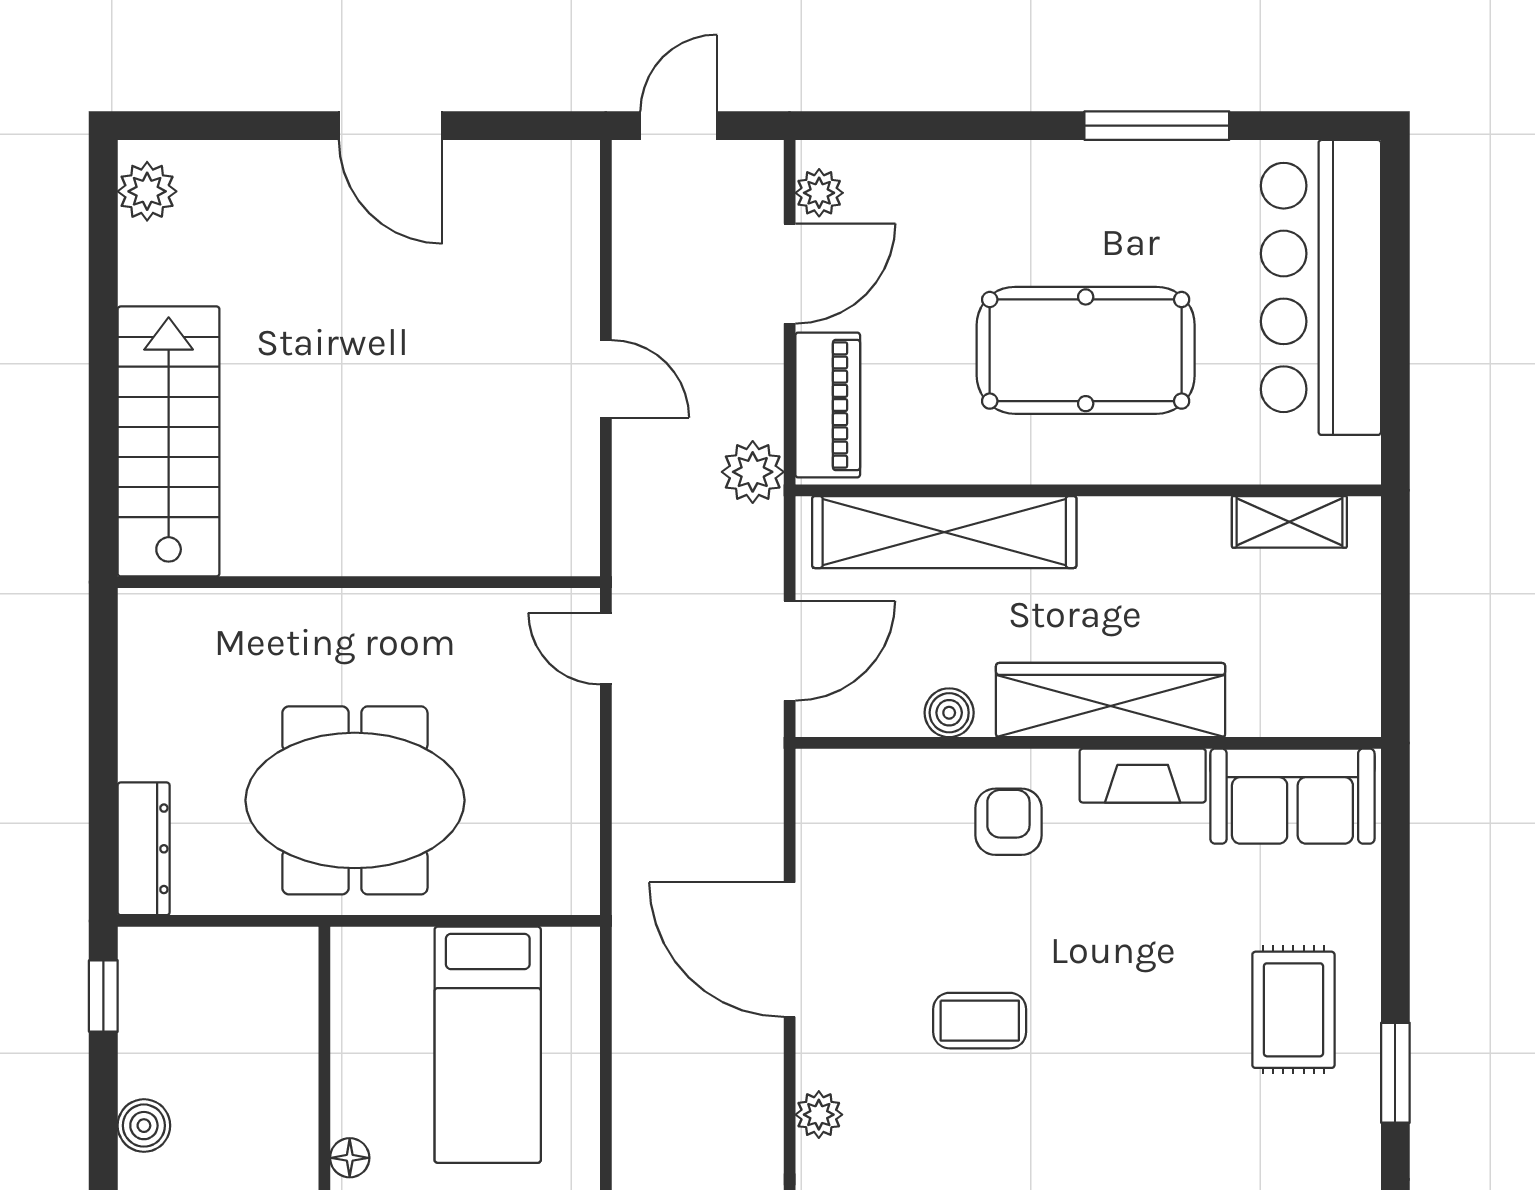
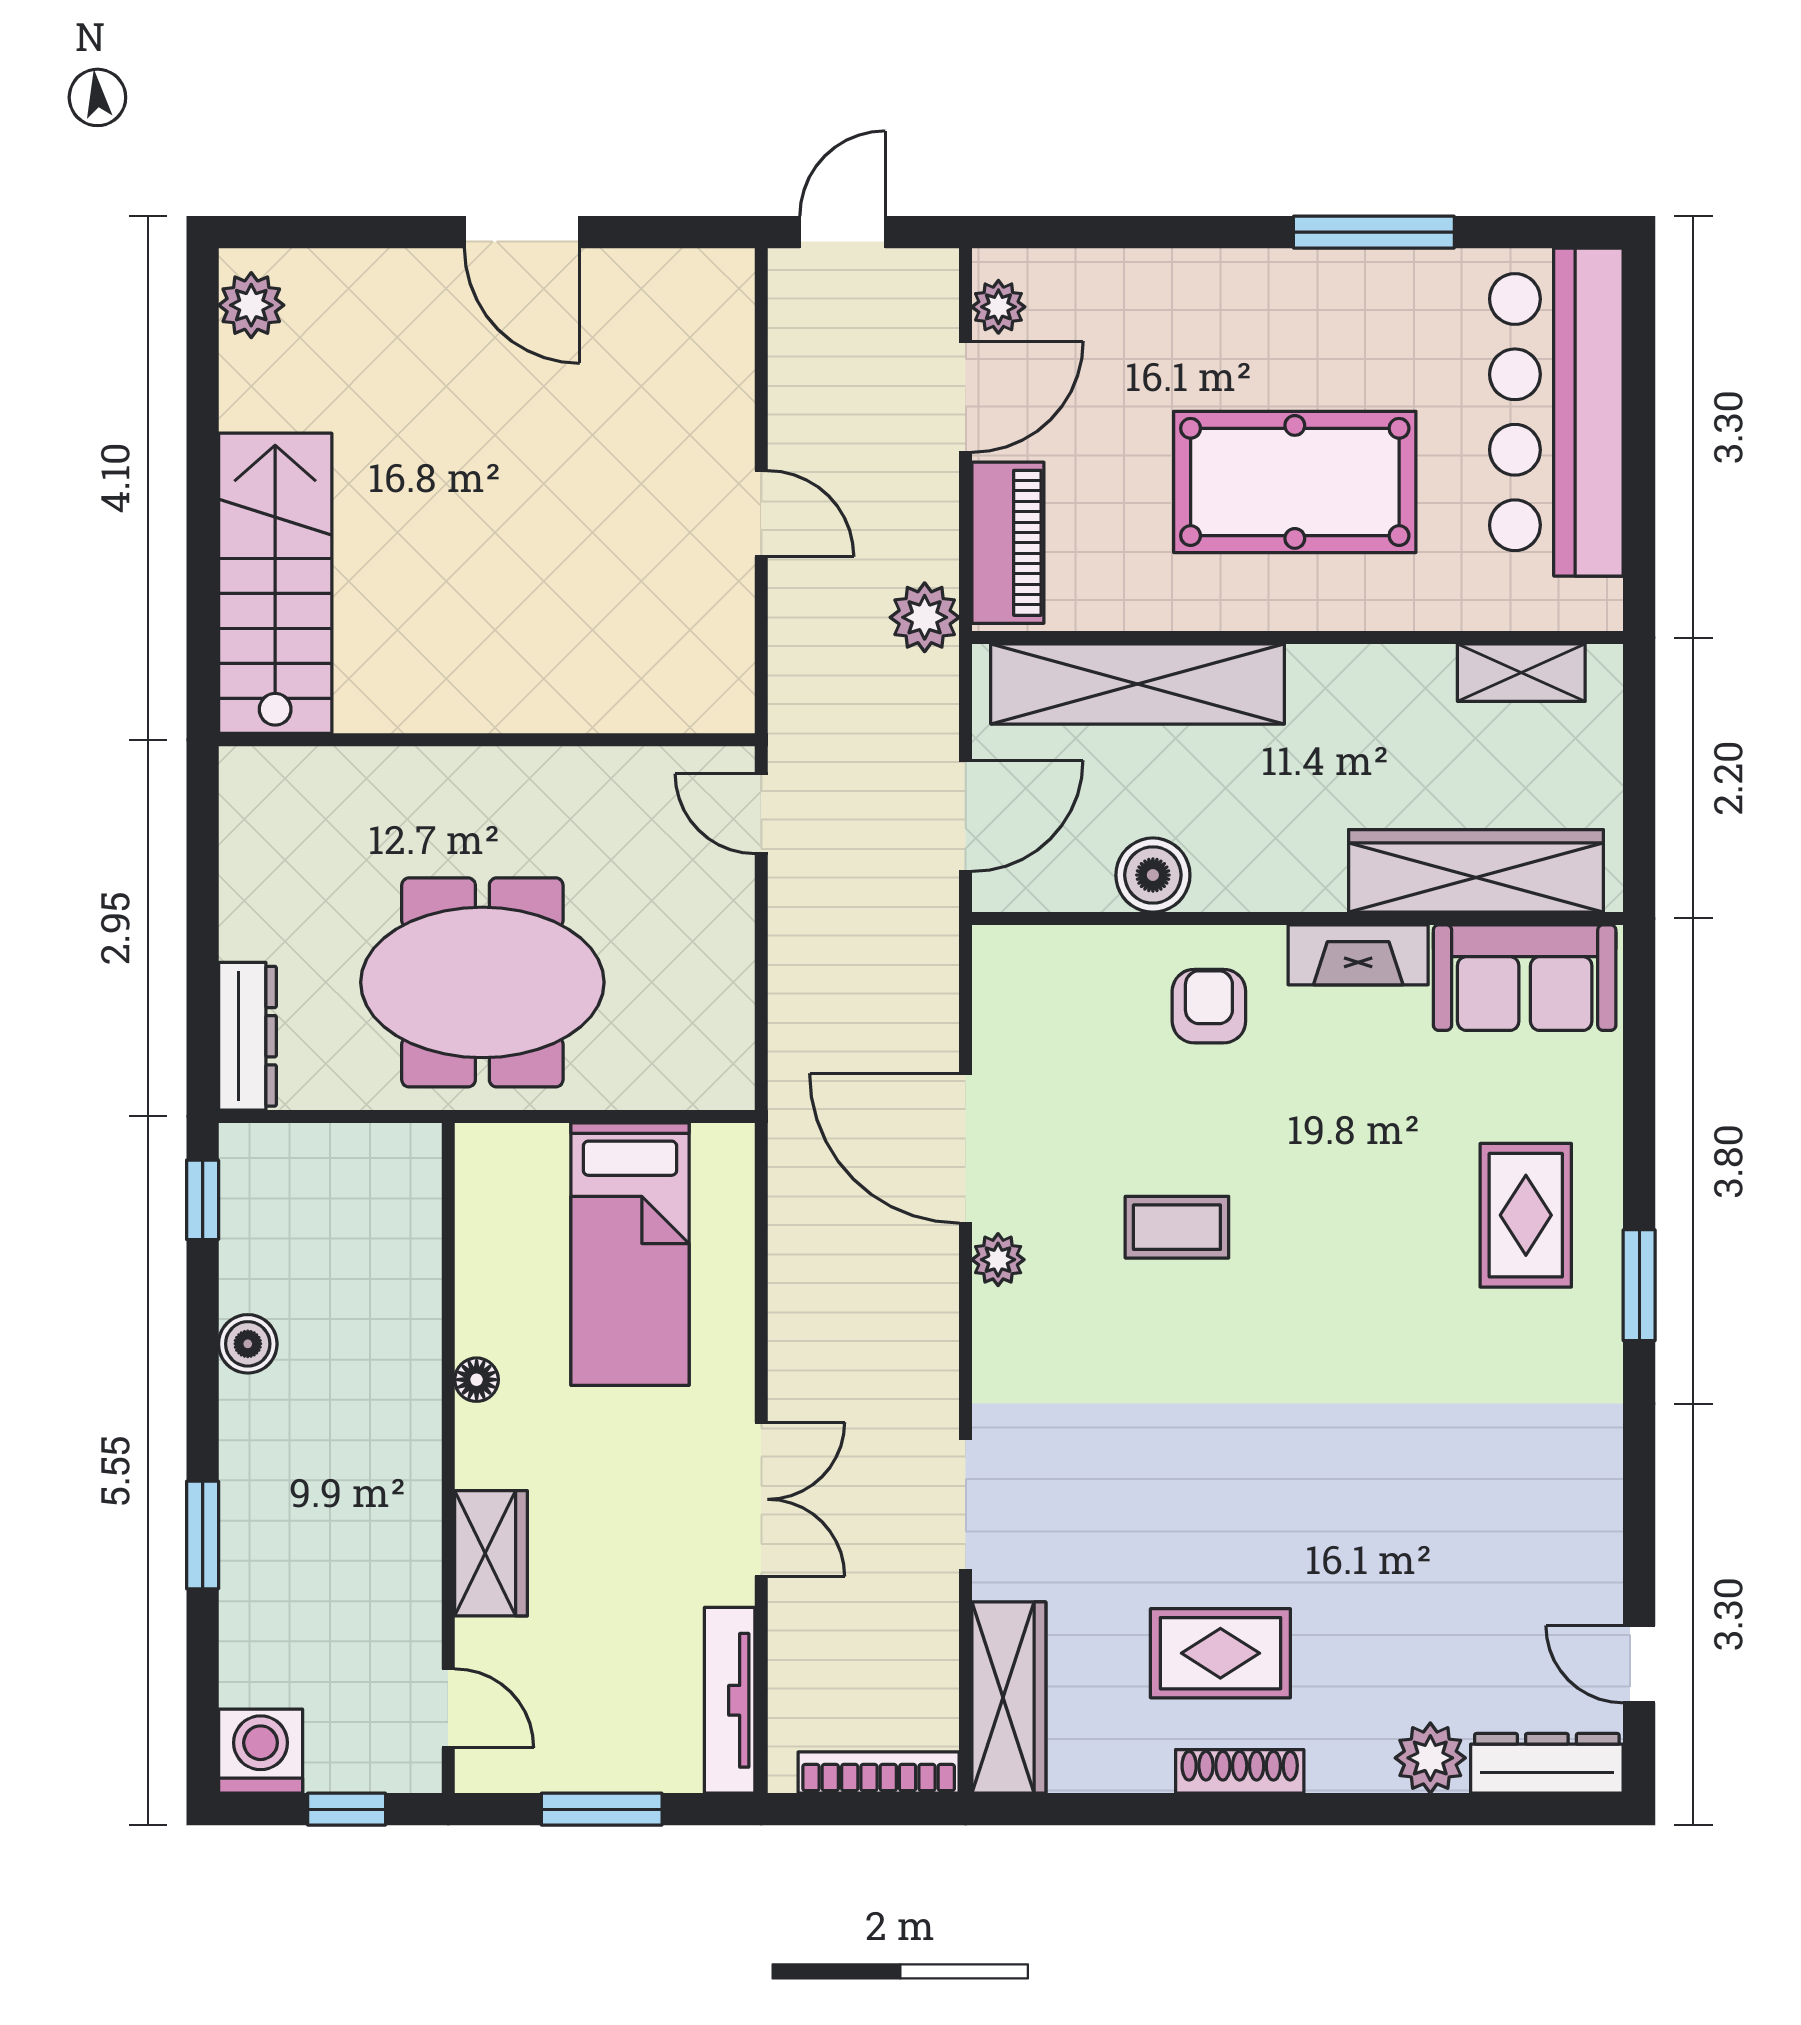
wardrobe: (1111, 700) -> (1476, 871), moved
boiler: (949, 713) -> (1153, 875), width x1.36, depth x1.36
plant: (819, 1115) -> (998, 1260), moved

